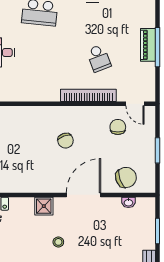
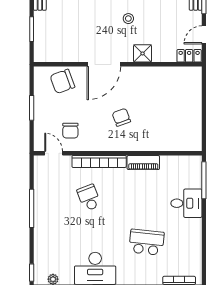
piano: (148, 45) -> (143, 163), moved, turned 90
washbasin: (128, 202) -> (60, 57), removed

